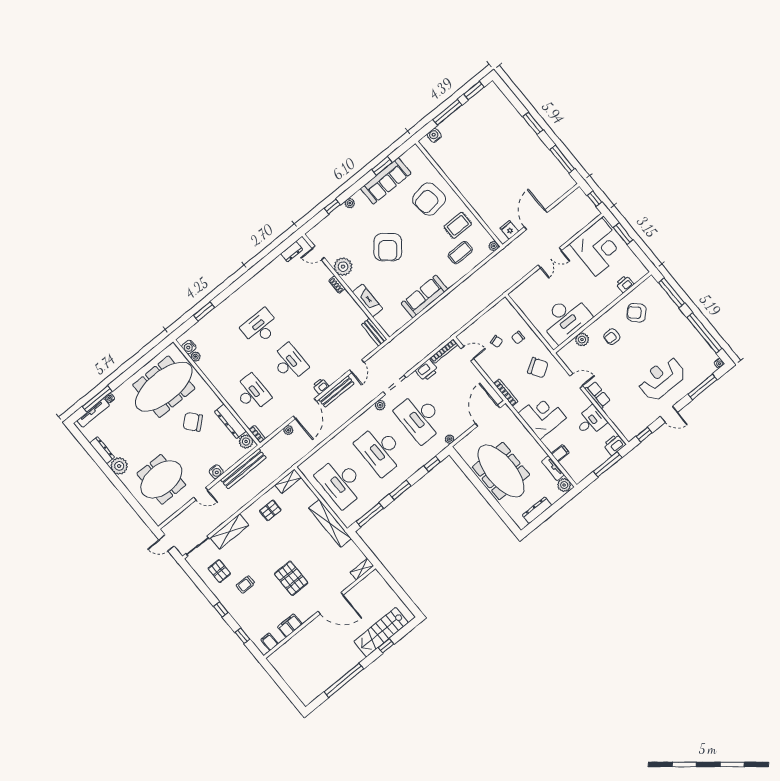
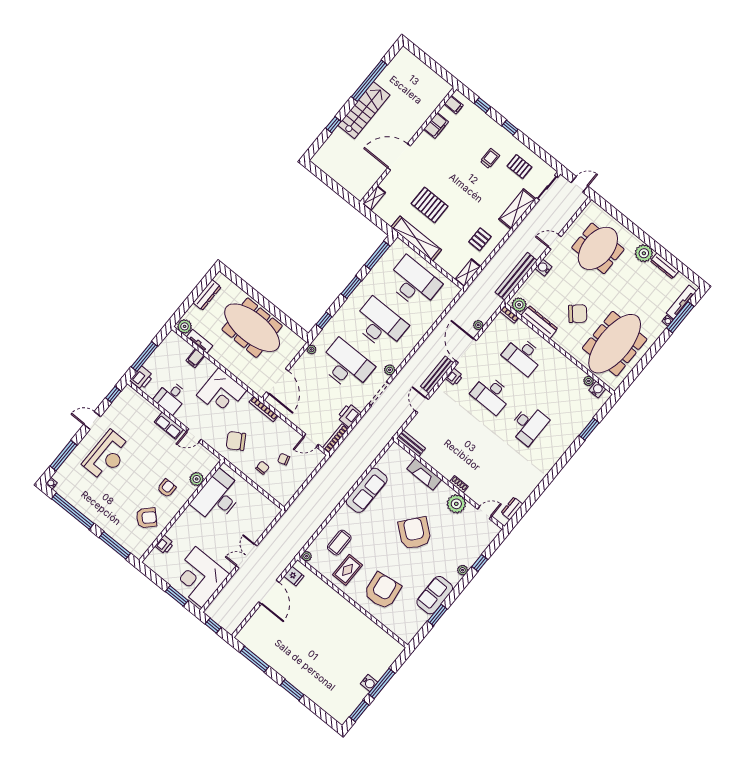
water cooler: (434, 135) -> (369, 683), moved
sofa: (386, 181) -> (435, 595), width x0.73
pallet: (291, 578) -> (430, 205), moved
stairs: (381, 632) -> (364, 110), moved

